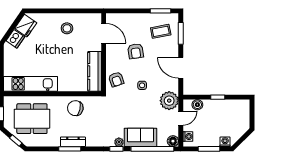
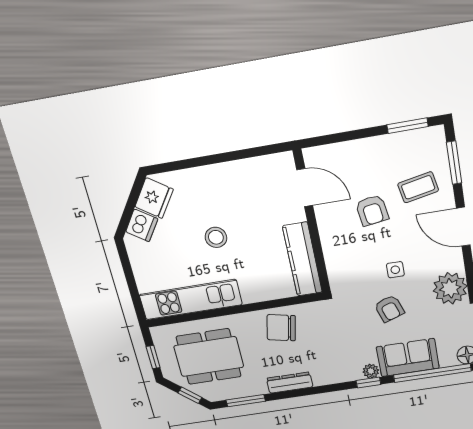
stool: (67, 28) -> (216, 237), moved
coffee table: (161, 31) -> (418, 187), moved
armchair: (116, 79) -> (389, 309), moved
window: (70, 149) -> (246, 401), moved

